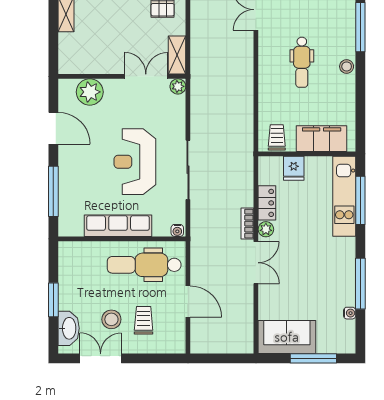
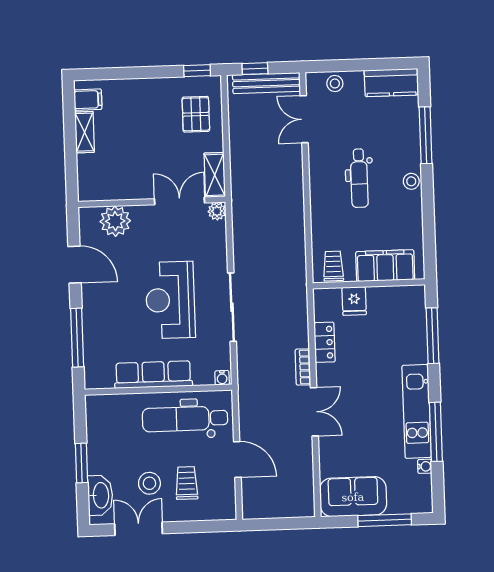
kitchen unit: (344, 196) -> (417, 411), moved
plant: (266, 229) -> (324, 373), removed

